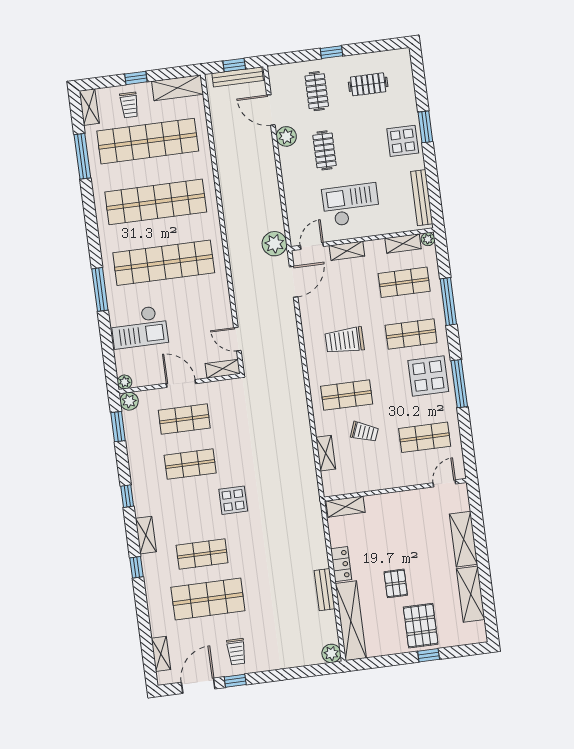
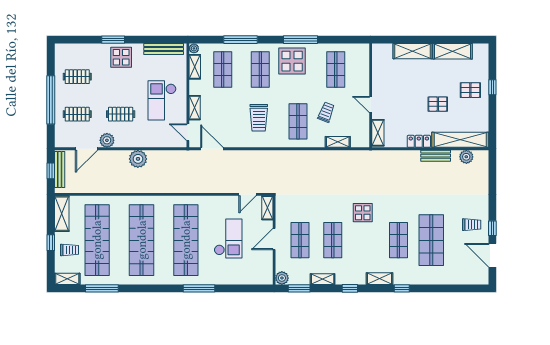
window: (332, 52) -> (51, 100), width x3.17
clothes rail: (368, 84) -> (77, 77), turned 90
plant: (274, 244) -> (138, 159), moved
checkout: (139, 327) -> (228, 238), moved
plant: (125, 382) -> (268, 279), removed
door: (444, 483) -> (371, 105), moved
pallet: (421, 626) -> (470, 90), width x0.67, depth x0.71
plant: (331, 653) -> (466, 157), moved
shelving: (161, 654) -> (323, 279), moved

